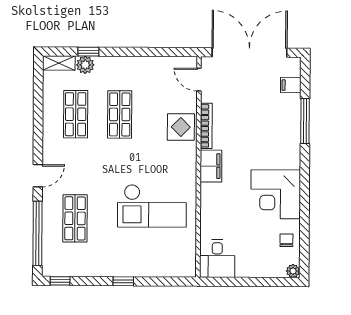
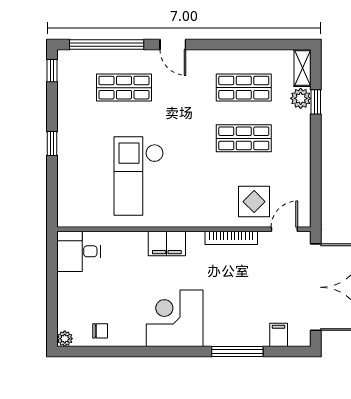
display table: (181, 127) -> (254, 202), moved
filing cabinet: (211, 166) -> (167, 244), moved
corner desk: (276, 194) -> (175, 318), moved

